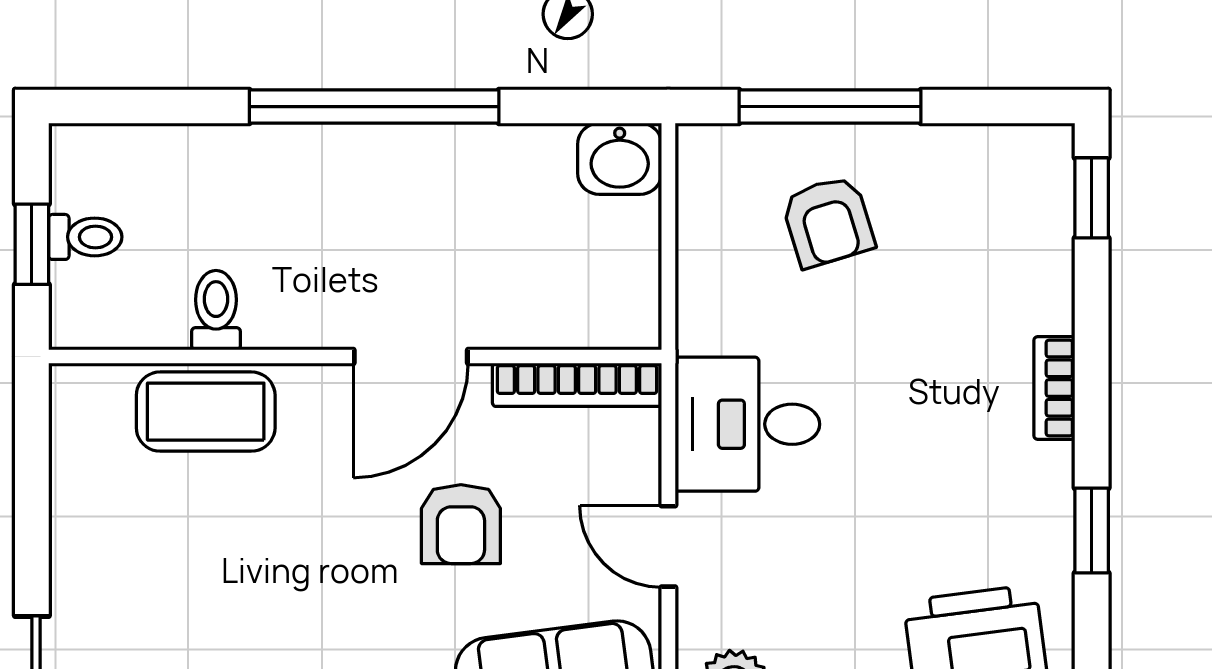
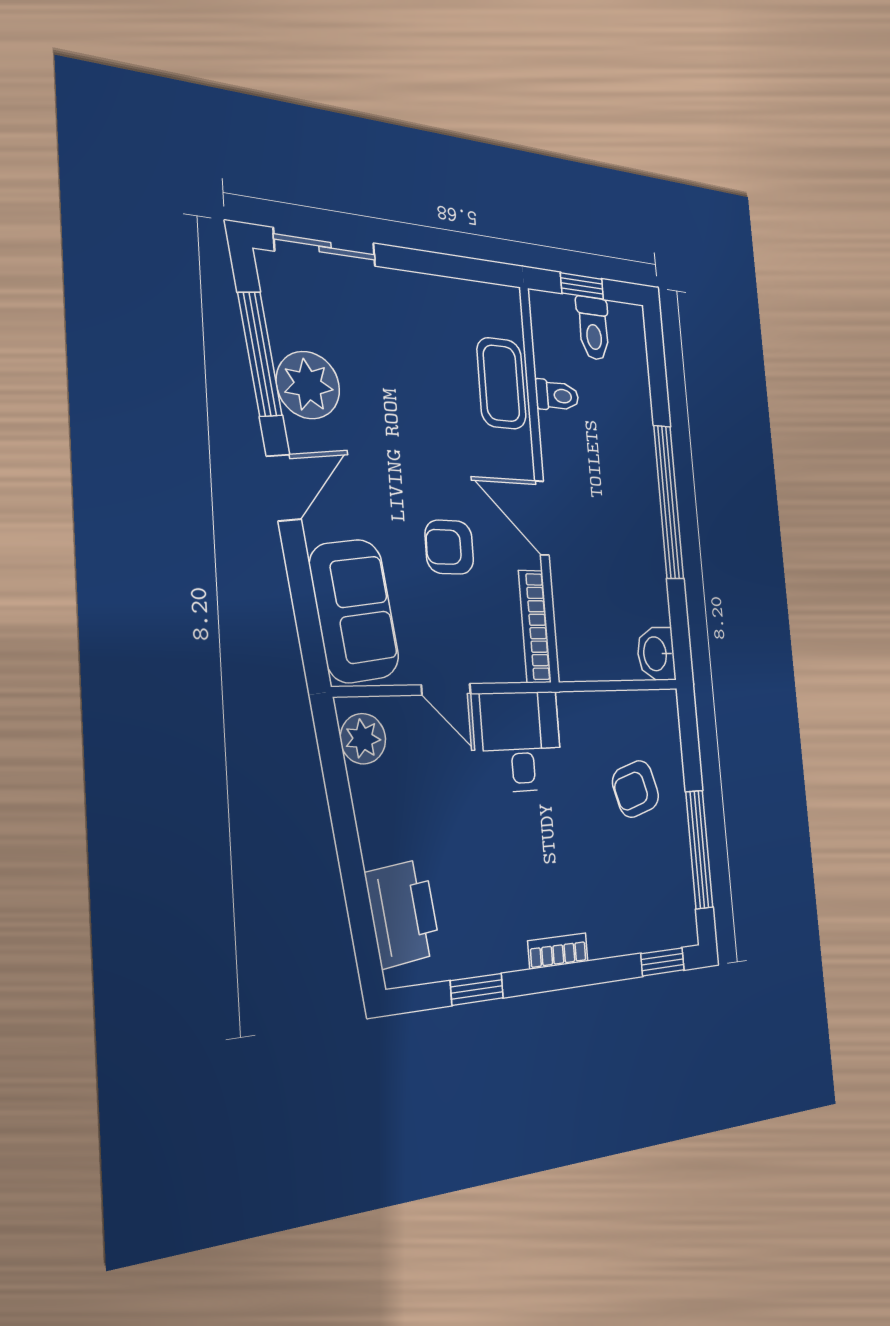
window: (830, 107) -> (699, 849), moved
toilet: (85, 237) -> (593, 328), width x1.37, depth x1.39
door: (668, 546) -> (446, 689), swing flipped

